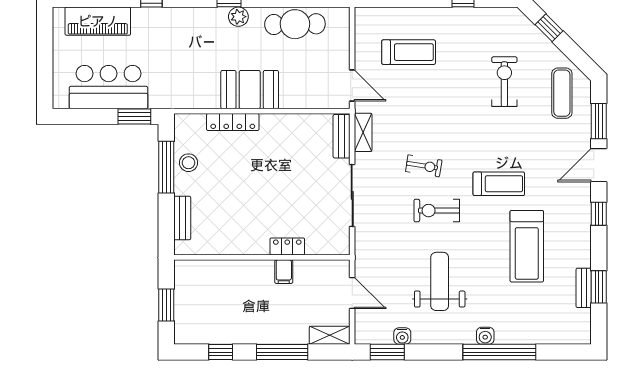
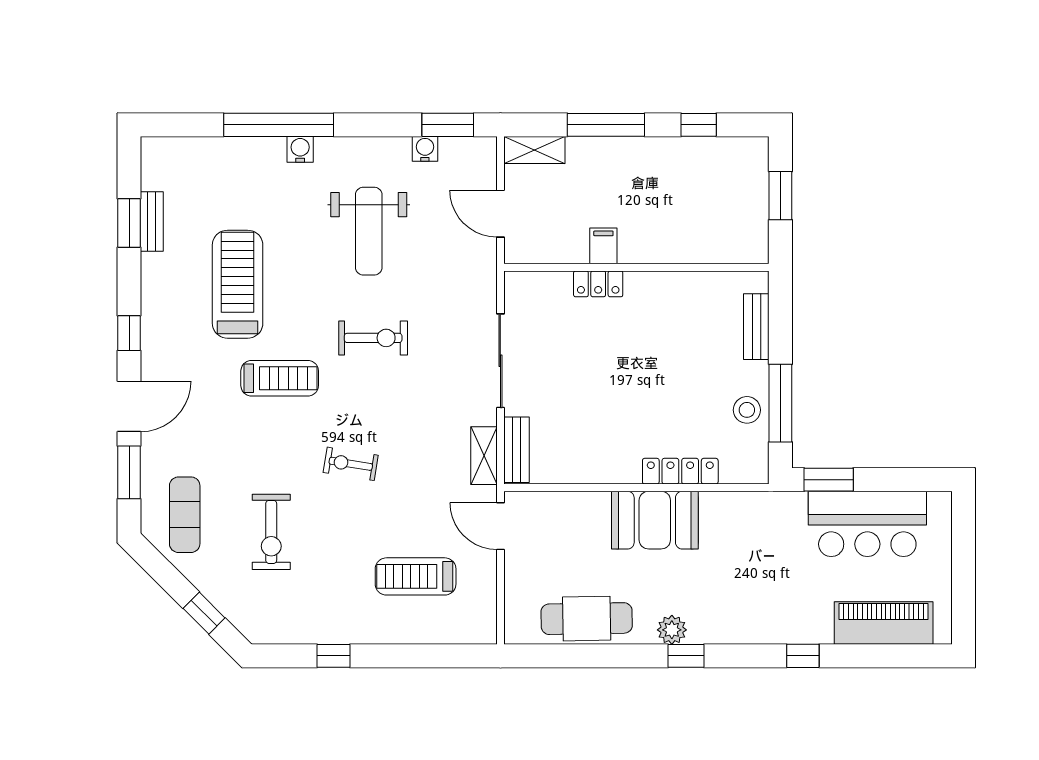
exercise bike: (424, 166) -> (351, 464), moved
treadmill: (499, 184) -> (280, 378), turned 180

